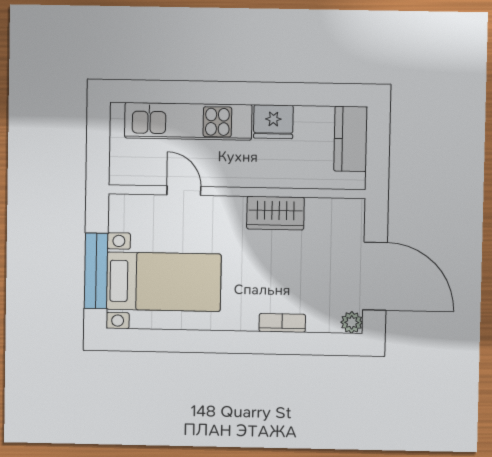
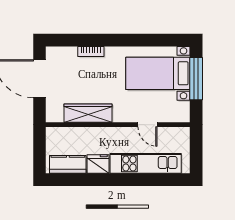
kitchen counter: (351, 139) -> (68, 164), moved, turned -90
wardrobe: (275, 213) -> (88, 113), width x1.50
plant: (352, 322) -> (52, 53), removed

